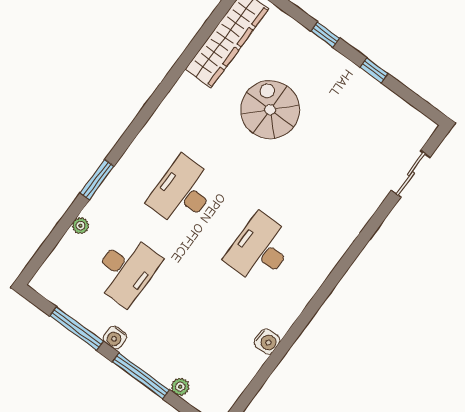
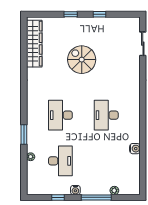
spiral stairs: (270, 110) -> (82, 60), moved
window: (76, 329) -> (58, 197), width x0.46

